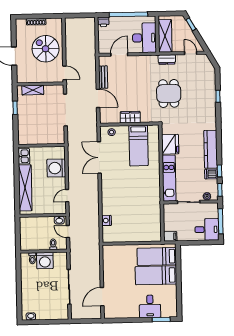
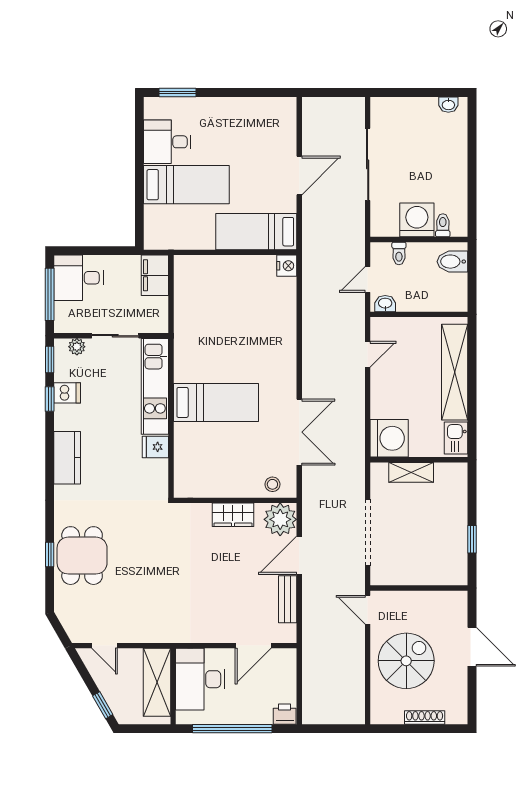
spiral stairs: (46, 49) -> (406, 661), turned -90
dresser: (167, 59) -> (154, 633), removed
shelving: (33, 90) -> (411, 472), moved
dining table: (169, 93) -> (82, 556), moved
door: (98, 98) -> (299, 555), hinge flipped
plant: (107, 115) -> (280, 519), added
fridge: (170, 144) -> (155, 447), width x0.53, depth x0.75
bed: (139, 146) -> (216, 402), moved, turned 90
kitchen counter: (211, 149) -> (67, 458), width x0.67
washing machine: (56, 168) -> (389, 438), moved
nightstand: (107, 220) -> (287, 266), moved
door: (68, 232) -> (368, 280), swing flipped
filing cabinet: (170, 236) -> (155, 275), width x2.00
bidet: (27, 241) -> (452, 262), added
bed: (157, 256) -> (256, 232), moved, turned 180
door: (102, 297) -> (299, 175), moved
desk: (150, 306) -> (167, 142), moved, turned -90

